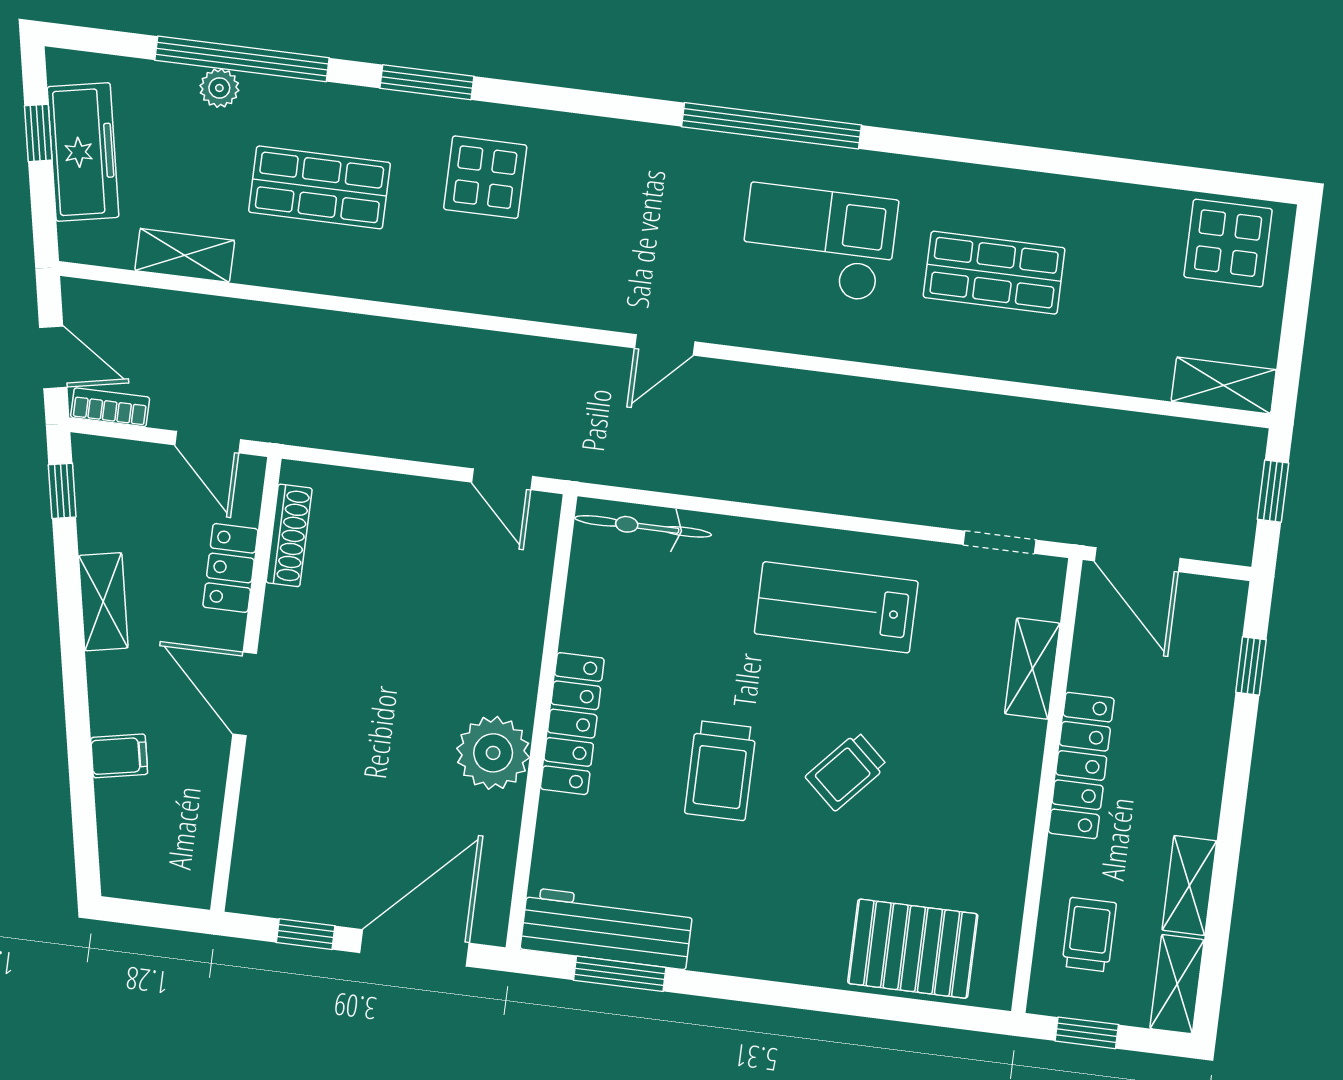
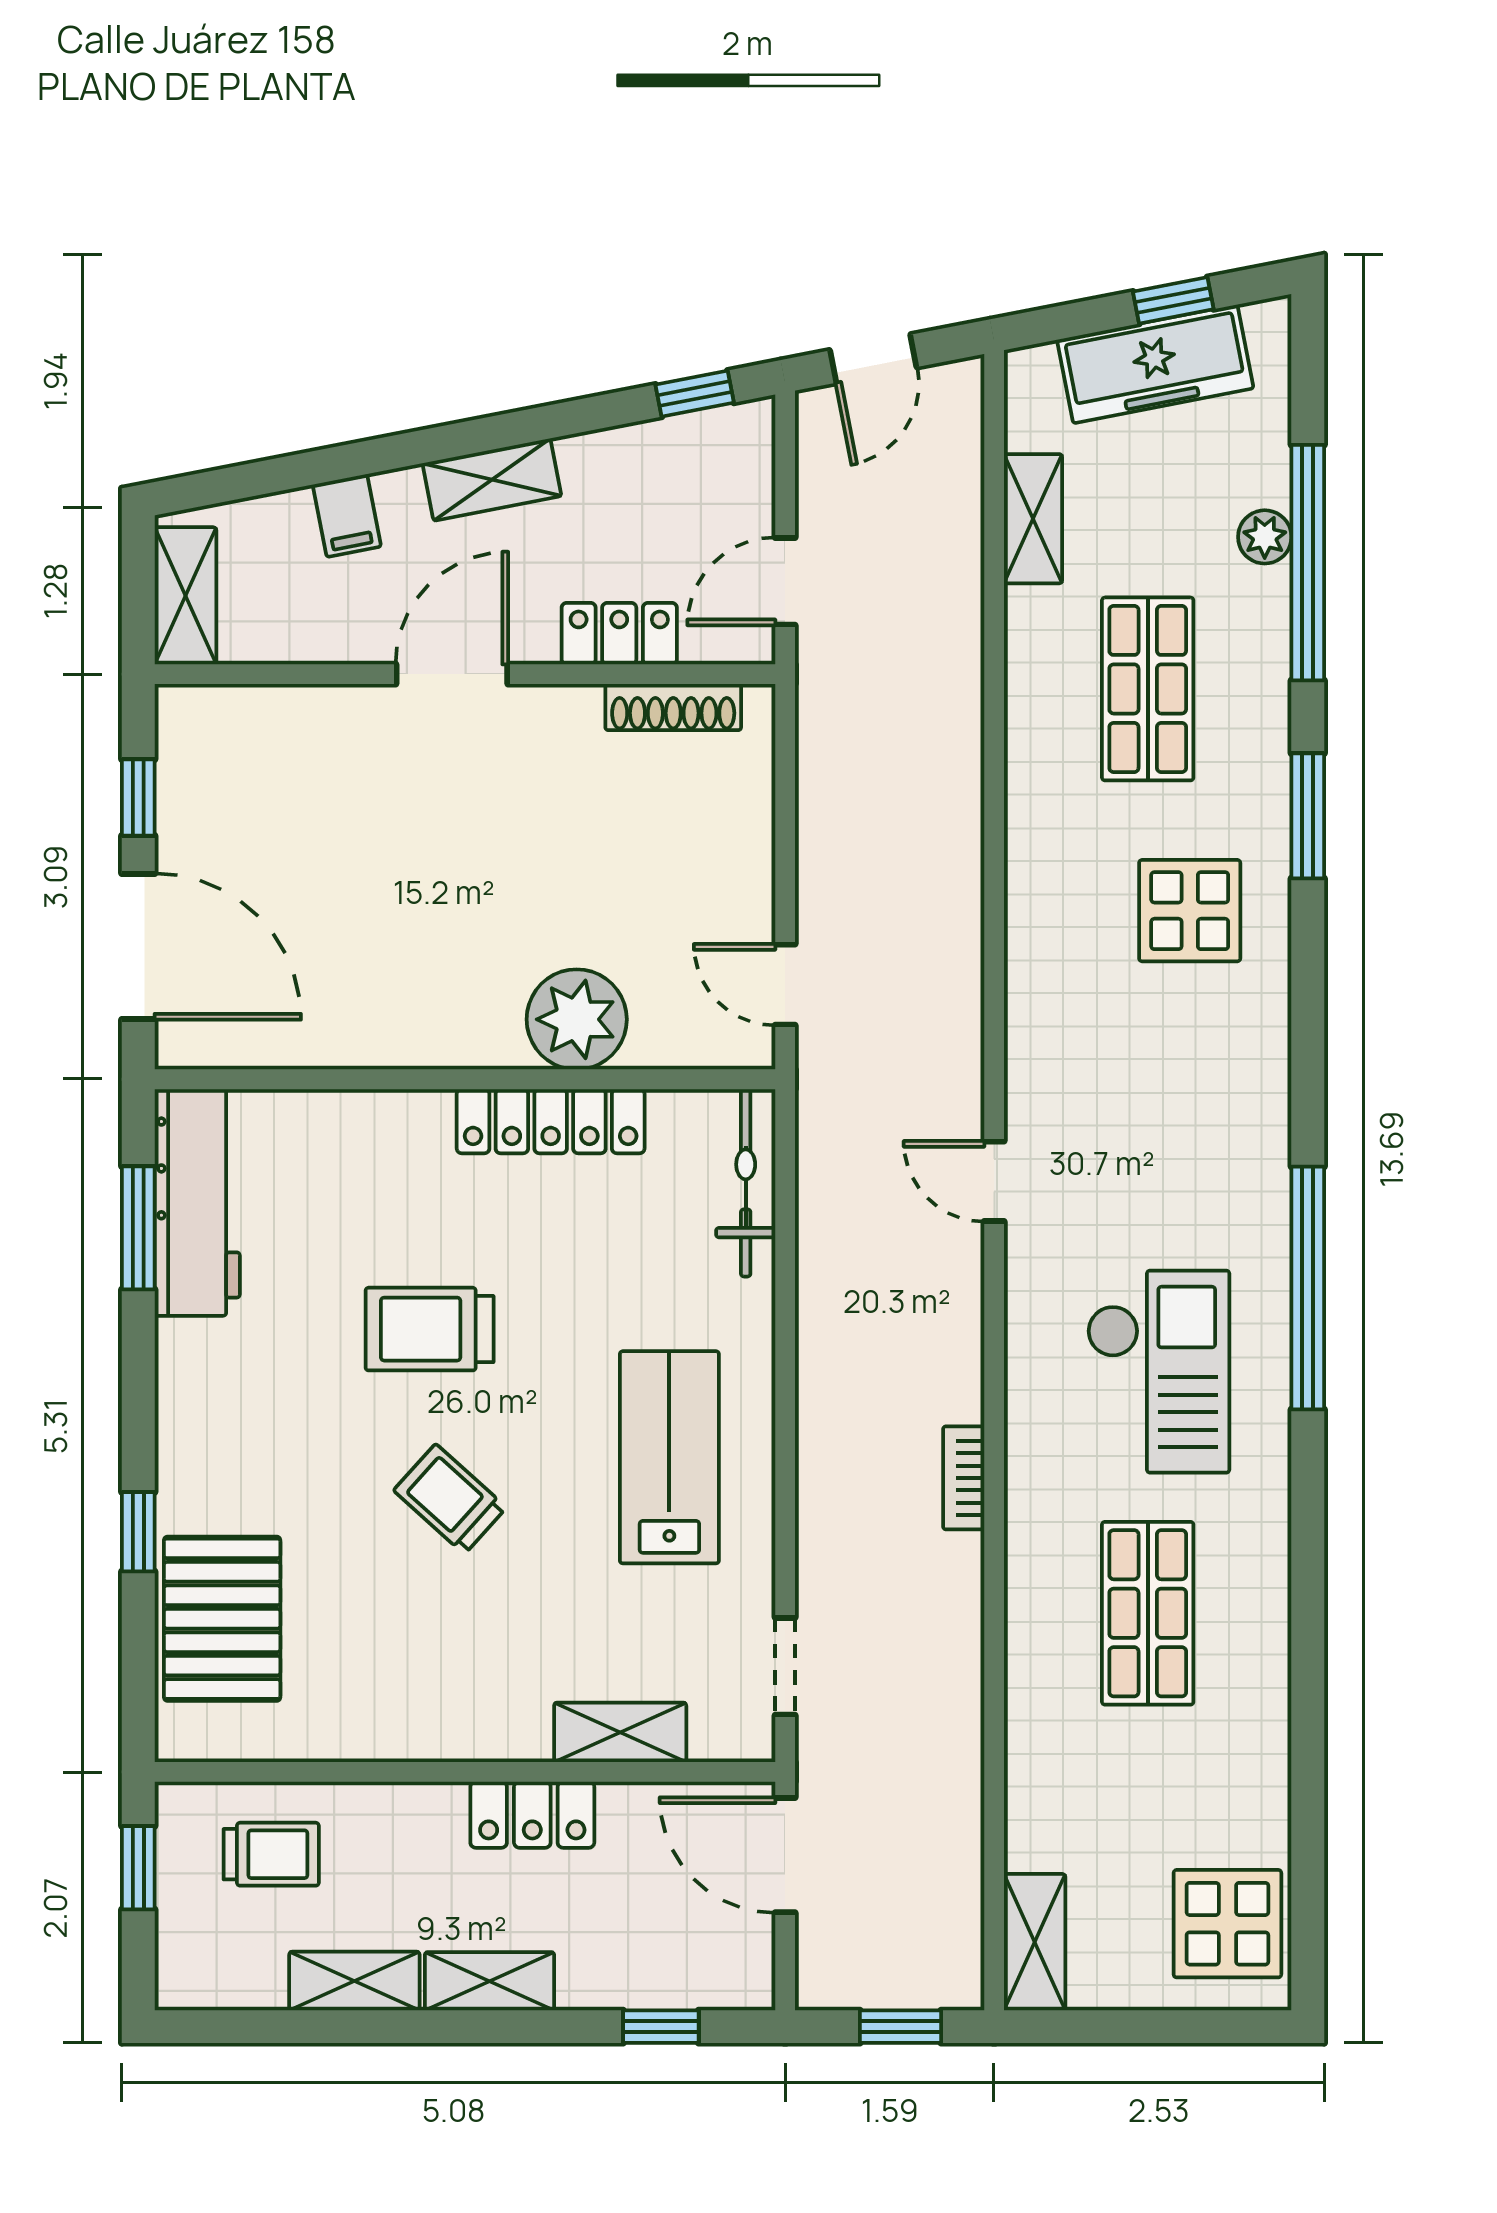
bookcase: (110, 407) -> (964, 1478), moved, turned 180
door: (502, 479) -> (785, 985), hinge flipped
door: (1137, 560) -> (785, 1855), hinge flipped
shelving: (103, 602) -> (492, 480), moved
locker: (572, 724) -> (551, 1121), moved
plant: (493, 753) -> (577, 1019), moved
locker: (1081, 765) -> (532, 1815), width x0.66
shelving: (163, 881) -> (185, 596), added
shelving: (1177, 984) -> (490, 1981), moved
window: (842, 1002) -> (138, 1532), added

